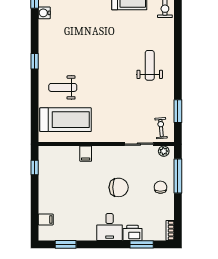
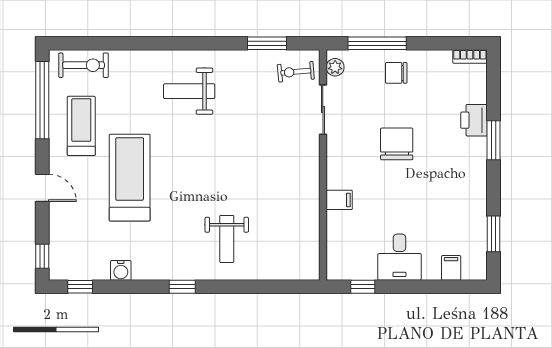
water cooler: (44, 13) -> (121, 270), moved
treadmill: (66, 120) -> (130, 178), moved
desk: (110, 227) -> (399, 257), moved, turned 90
window: (142, 244) -> (494, 140), moved

